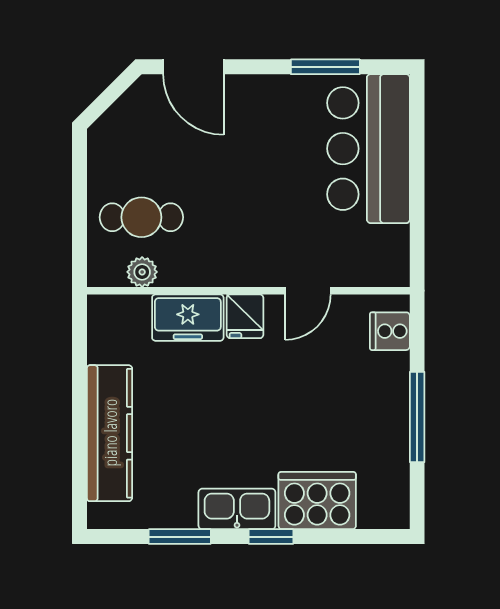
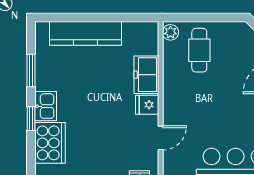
plant: (142, 272) -> (171, 32), moved
door: (308, 291) -> (161, 138), swing flipped
kitchen sink: (237, 509) -> (46, 106), width x0.73

